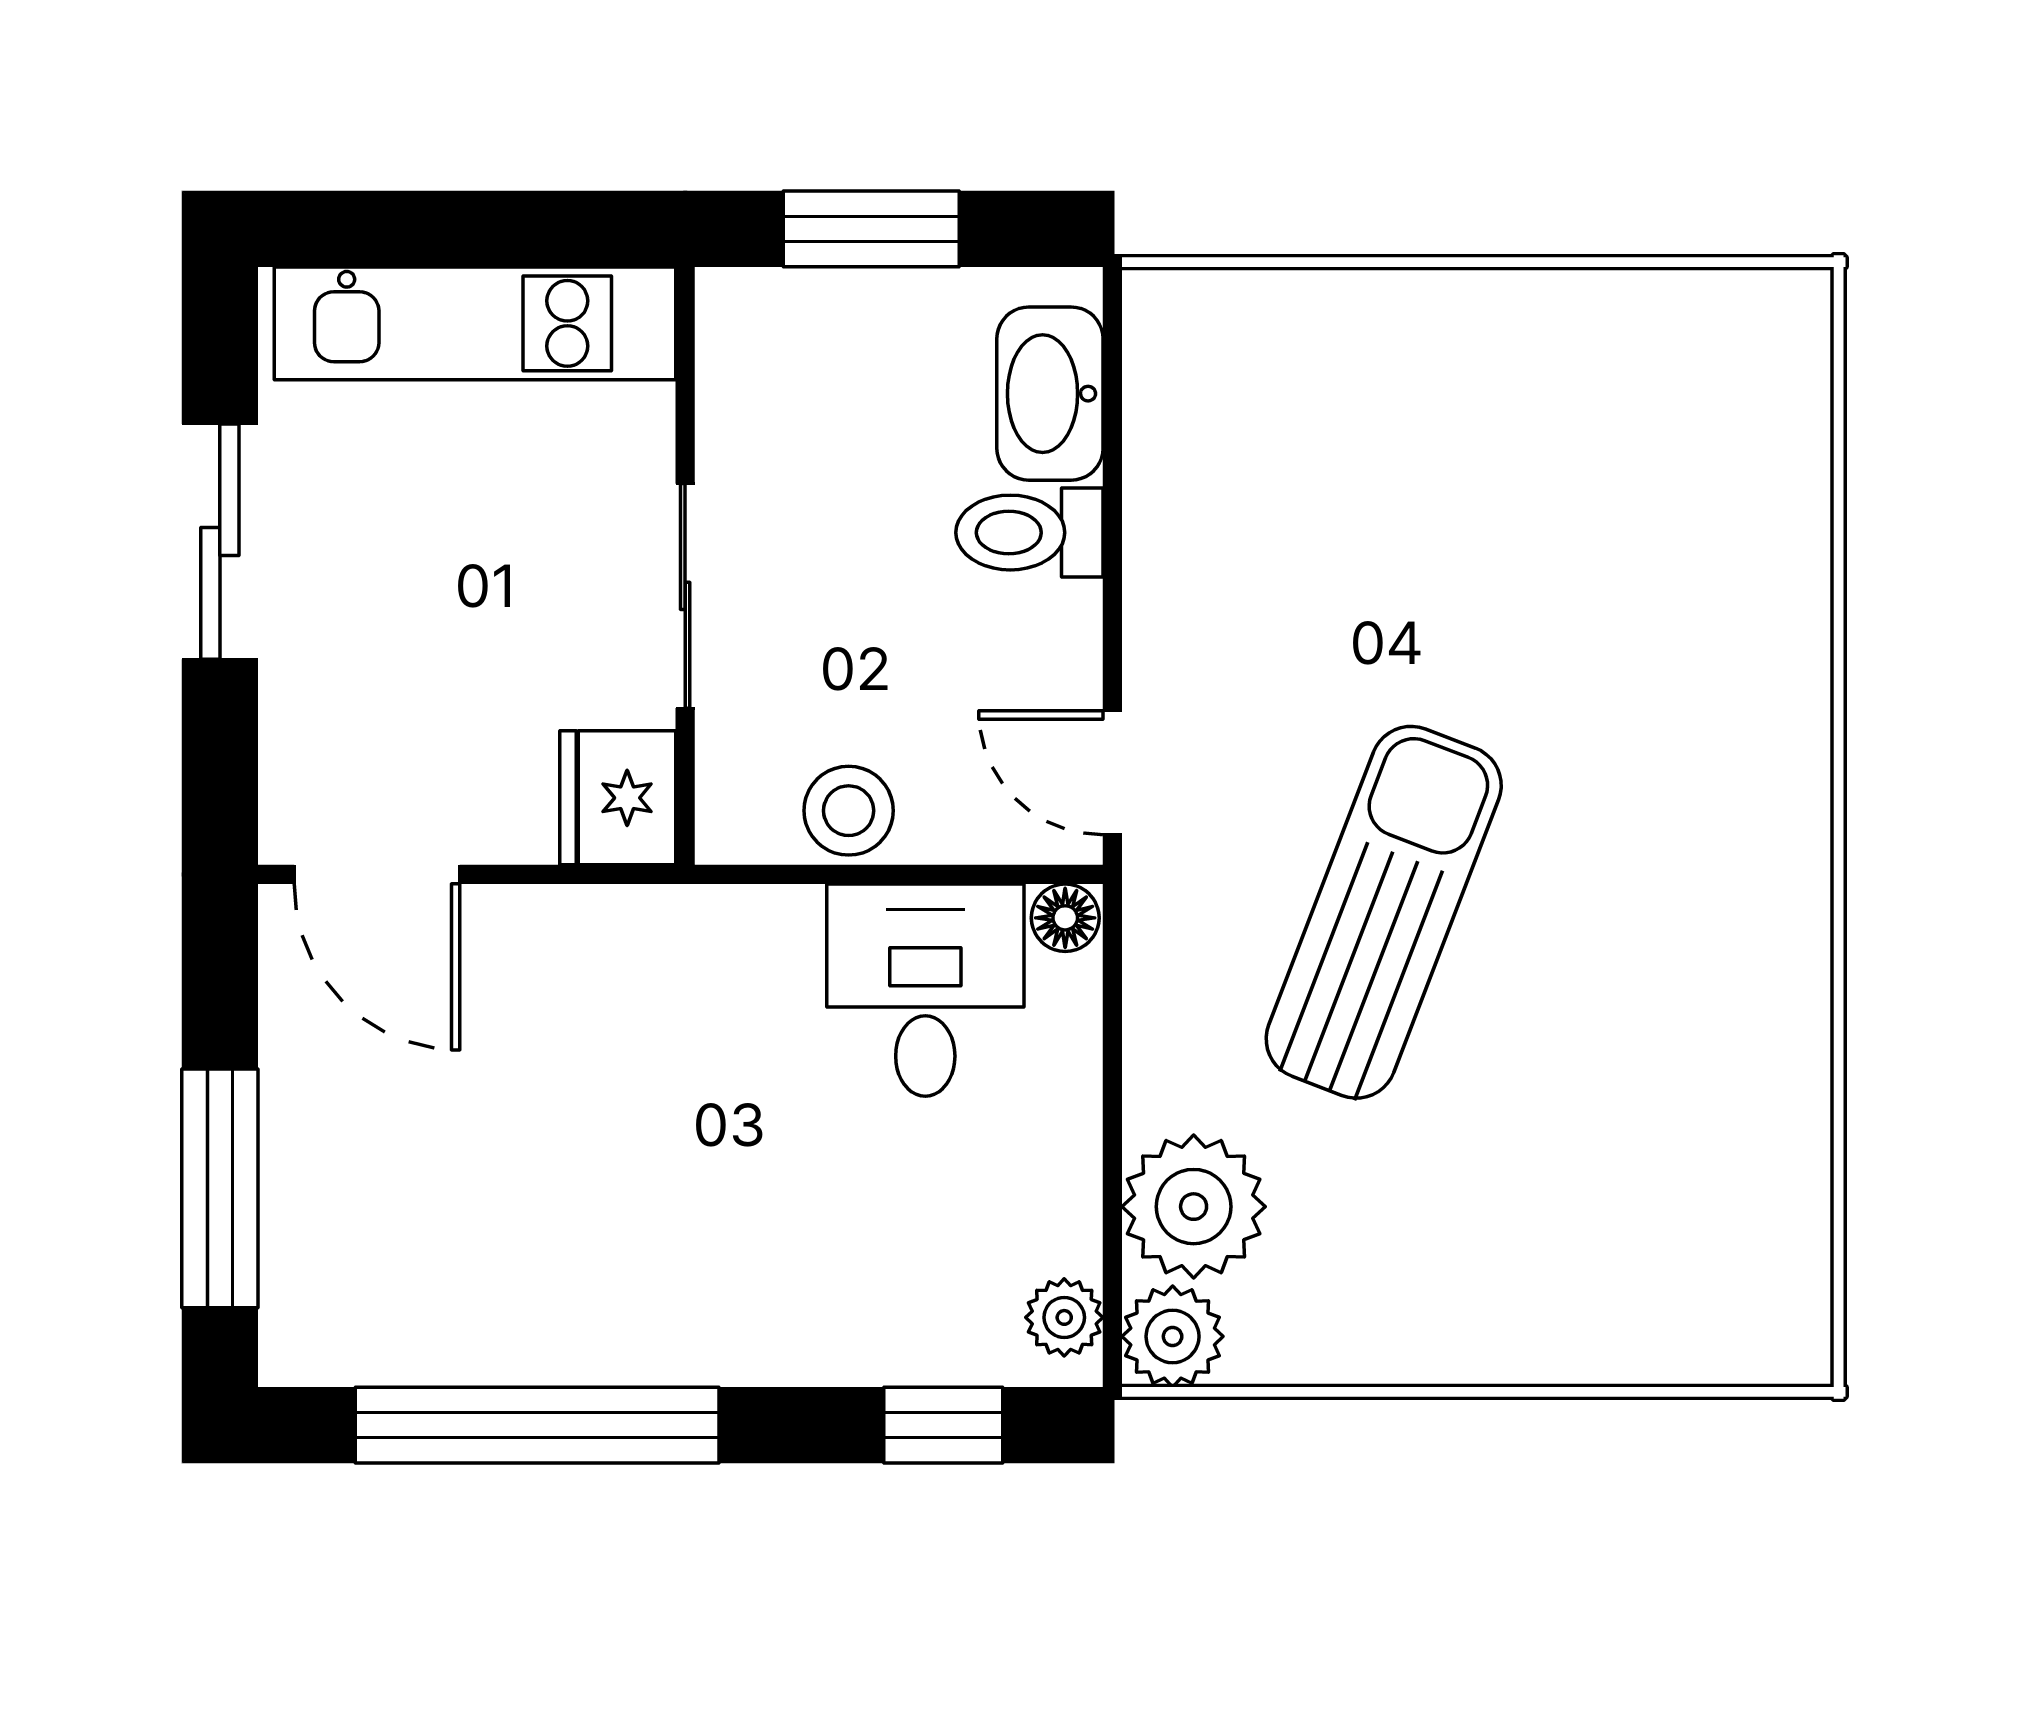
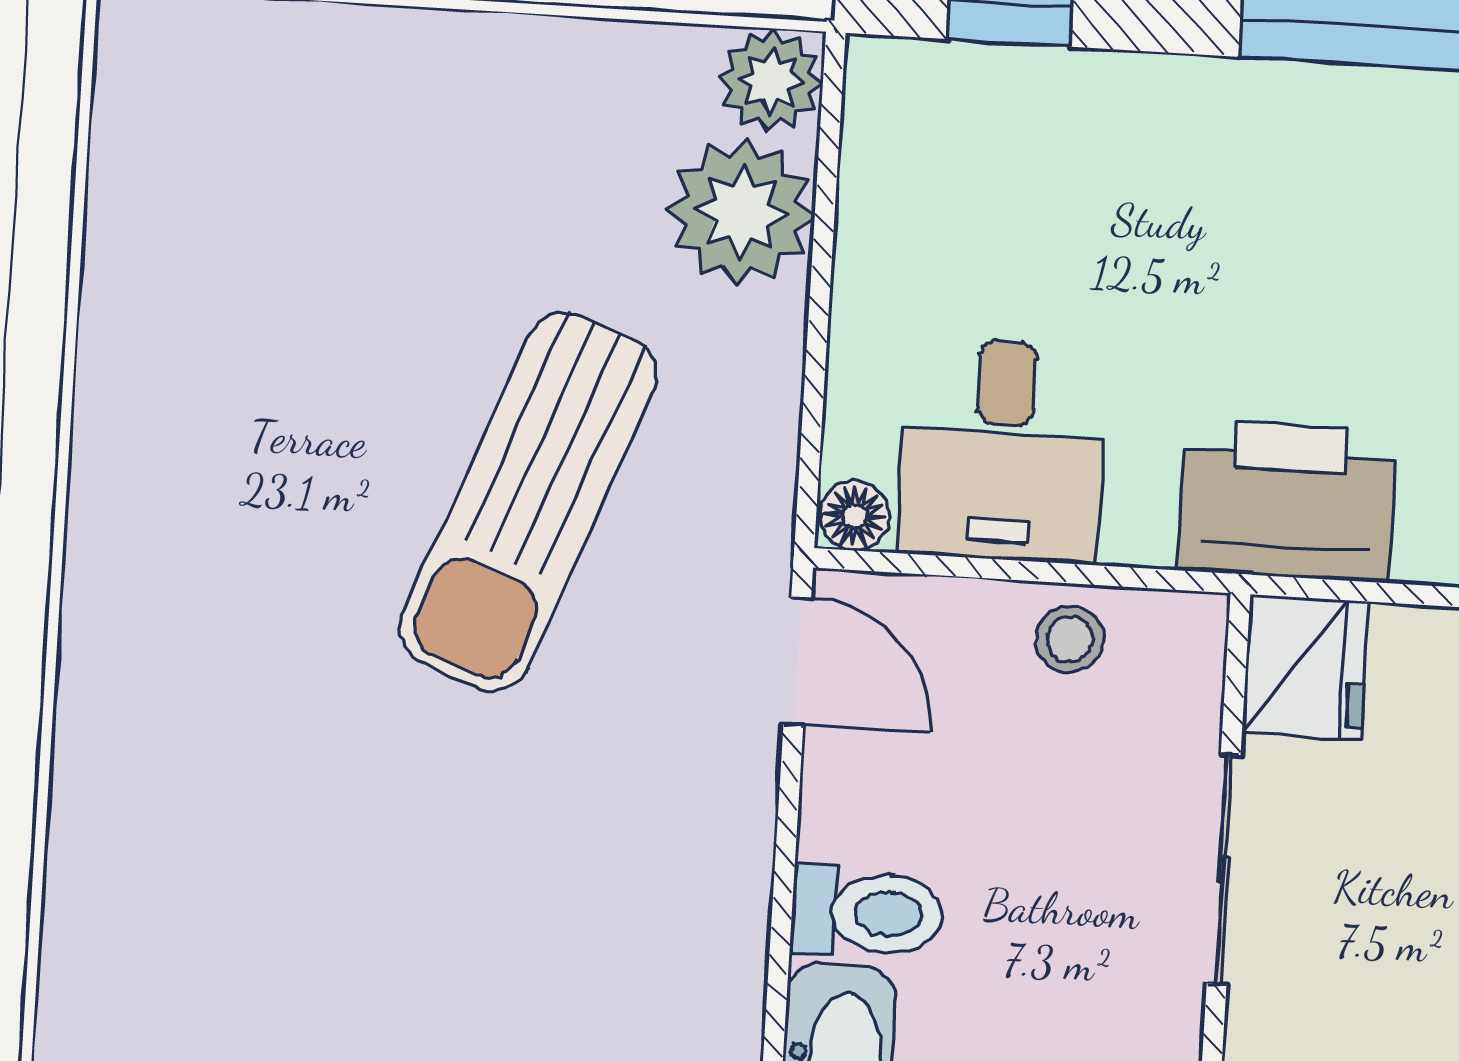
stool: (849, 811) -> (1070, 639), width x0.73, depth x0.73
printer: (645, 958) -> (1288, 501), added
plant: (1064, 1317) -> (881, 107), removed

